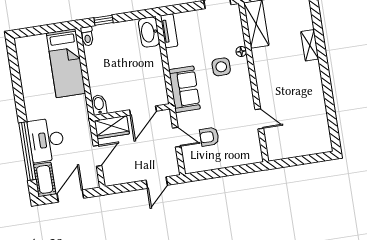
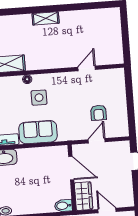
shelving: (310, 45) -> (46, 18), moved
sofa: (184, 89) -> (38, 132), moved

